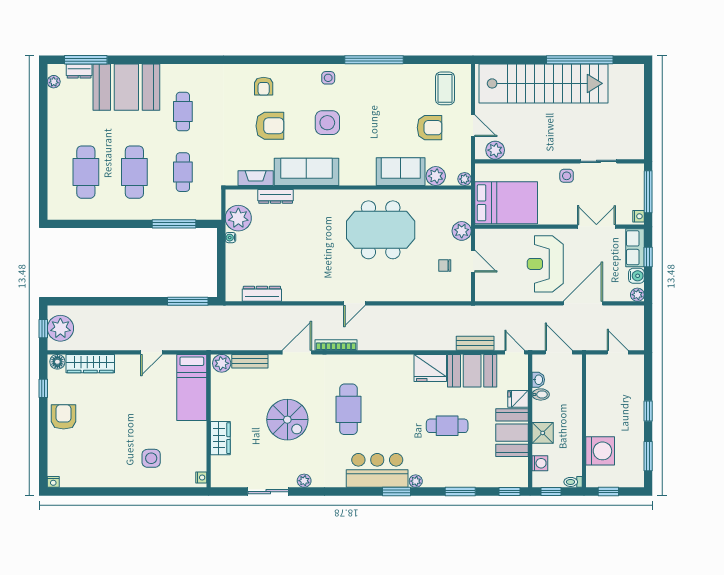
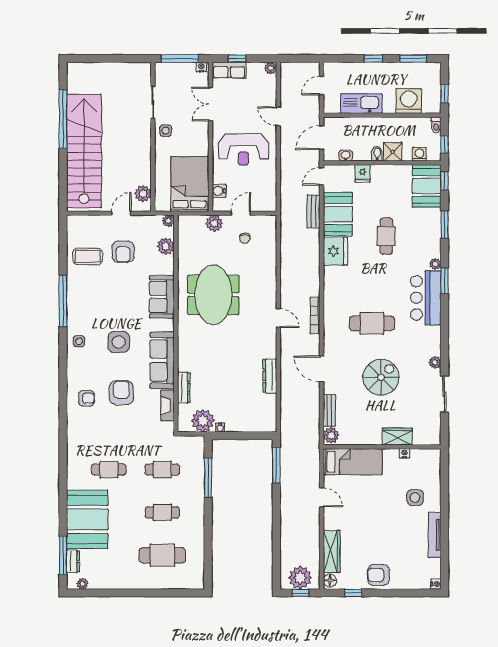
coffee table: (445, 88) -> (88, 256), moved
armchair: (430, 128) -> (123, 252), turned 180
cafe table: (134, 172) -> (162, 512), width x0.73, depth x0.74
sofa: (401, 172) -> (162, 297), moved
water cooler: (636, 276) -> (219, 191), moved, turned -90
dresser: (262, 294) -> (270, 376), moved
door: (583, 303) -> (278, 116), width x0.53
bookcase: (336, 345) -> (315, 315), moved
bidet: (541, 394) -> (377, 154), moved
kitchen sink: (597, 397) -> (361, 104), added
booth: (512, 433) -> (427, 186), moved, turned 90
nightstand: (201, 478) -> (404, 453), moved
tv unit: (109, 480) -> (435, 535), added

